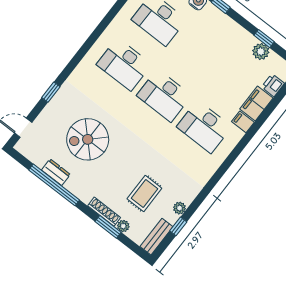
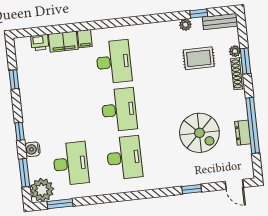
plant: (261, 52) -> (25, 73), removed

